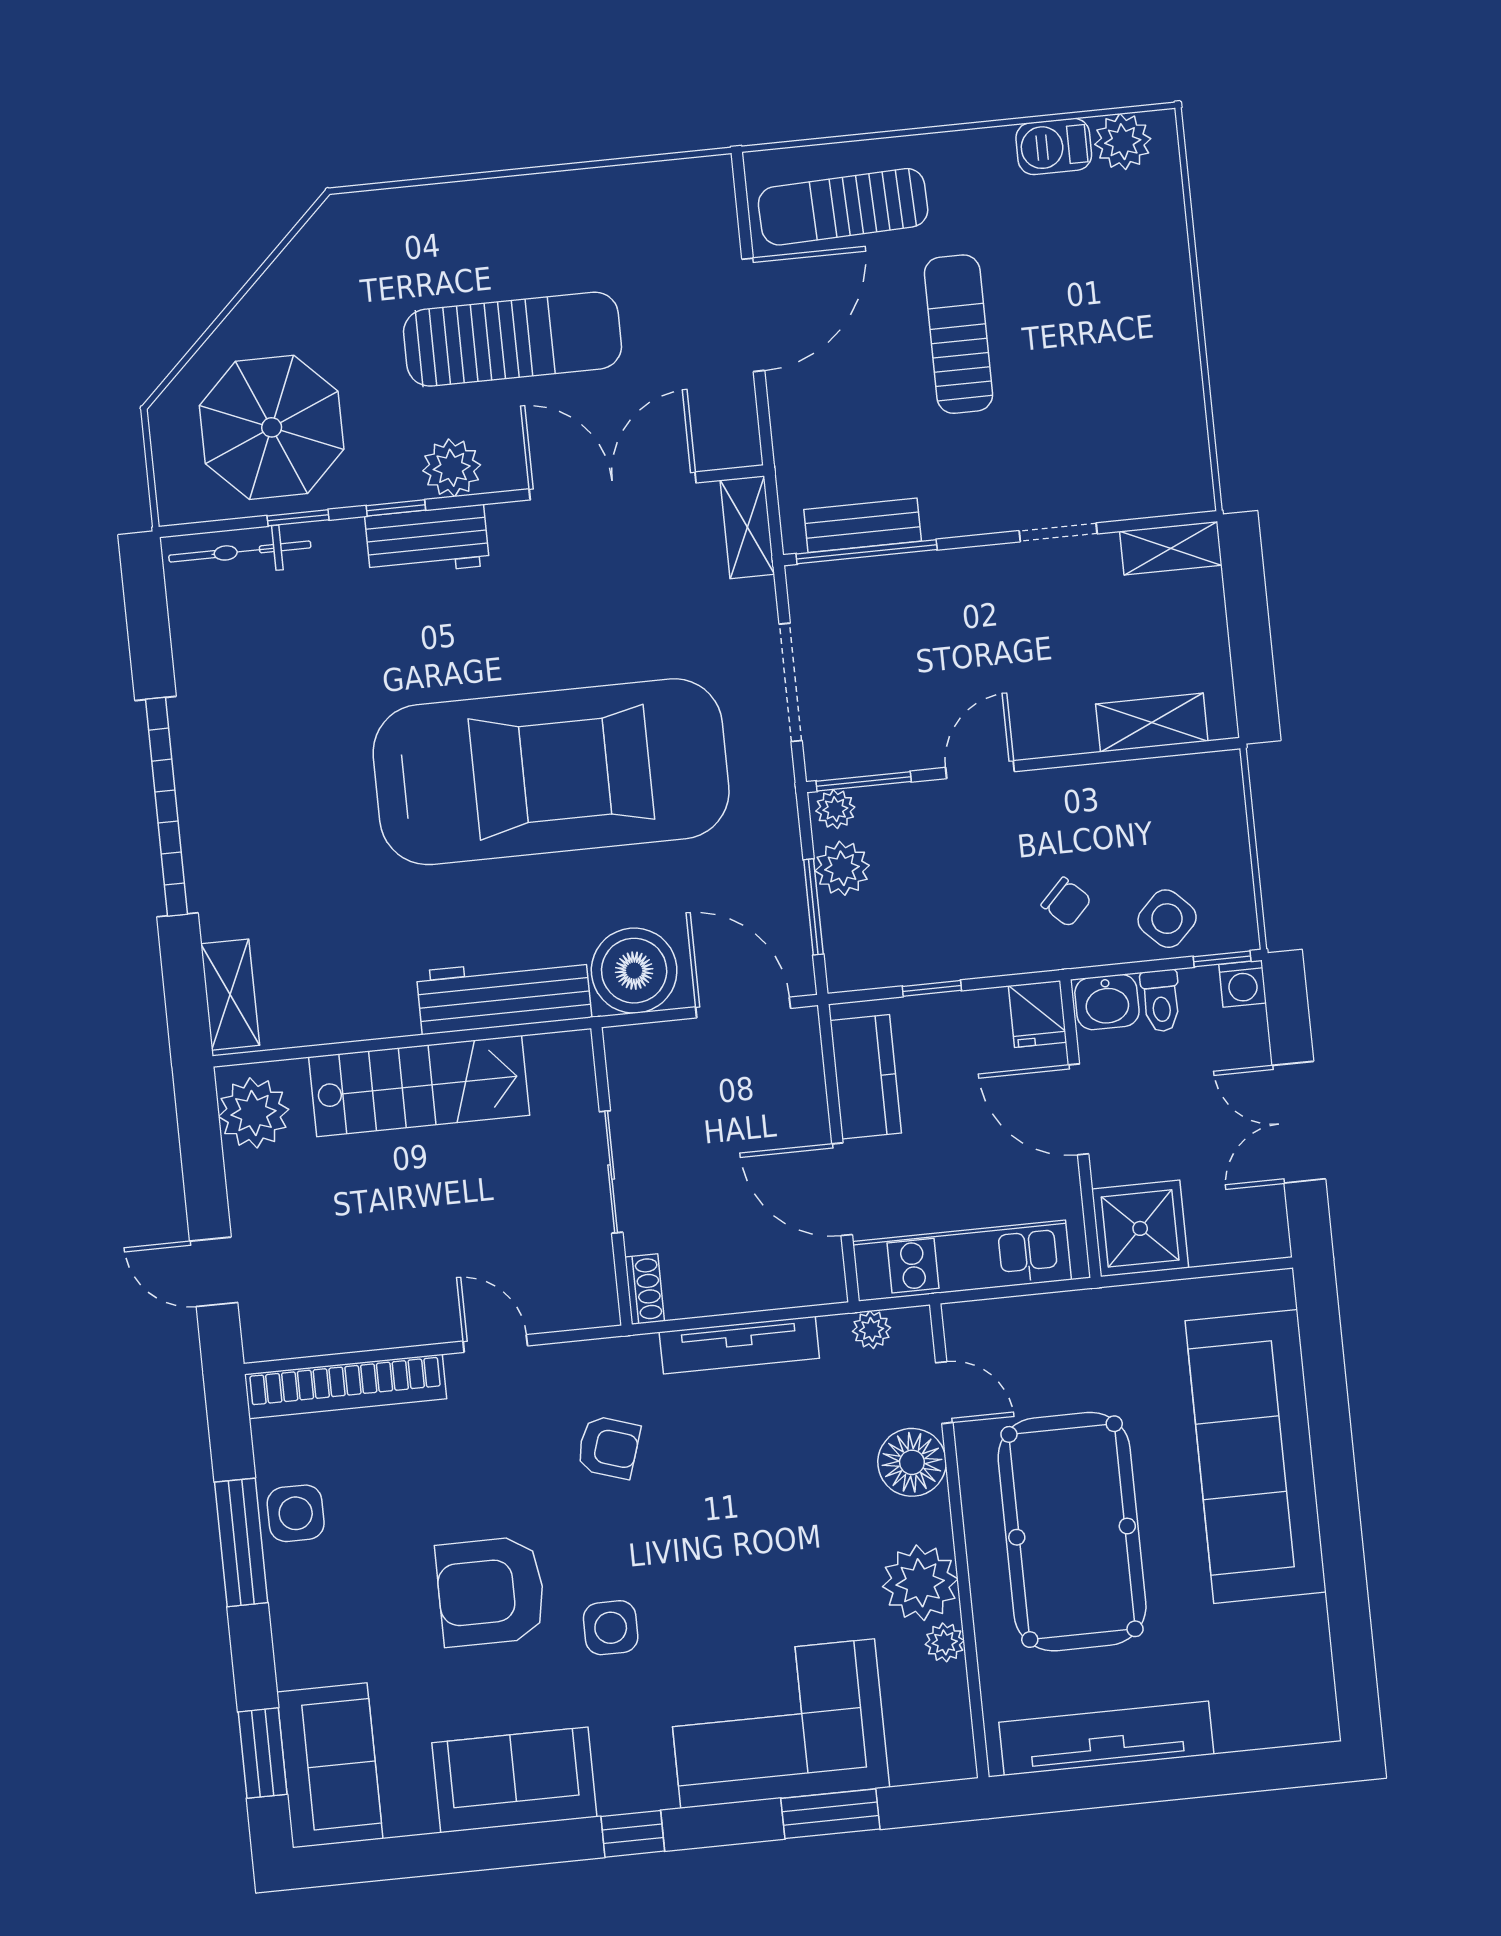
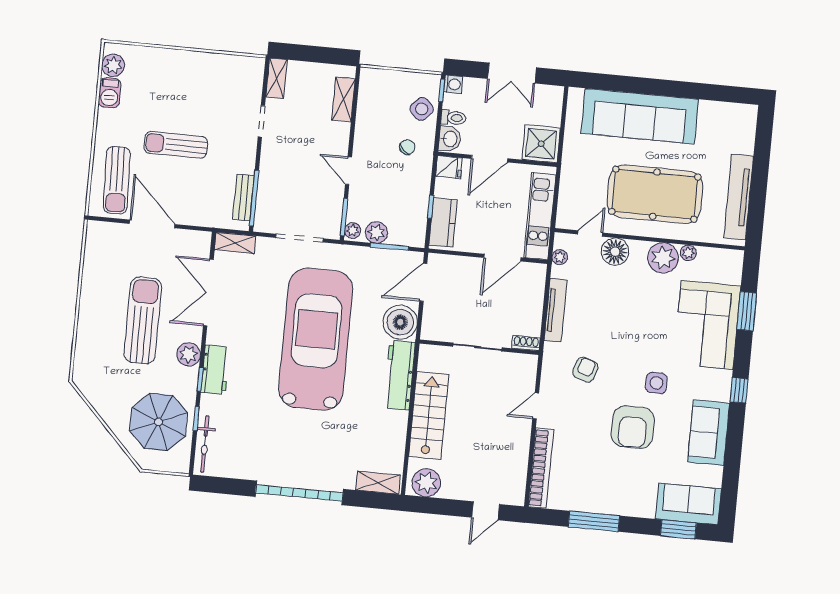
kitchen counter: (866, 1077) -> (443, 222), moved, turned 90
side table: (296, 1513) -> (587, 498), removed

